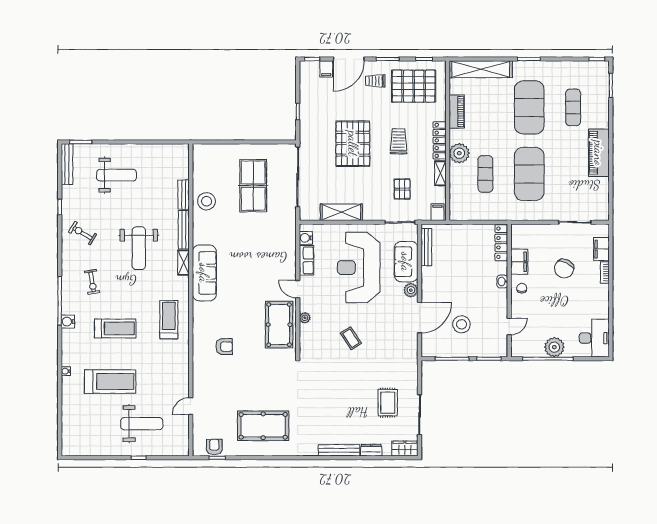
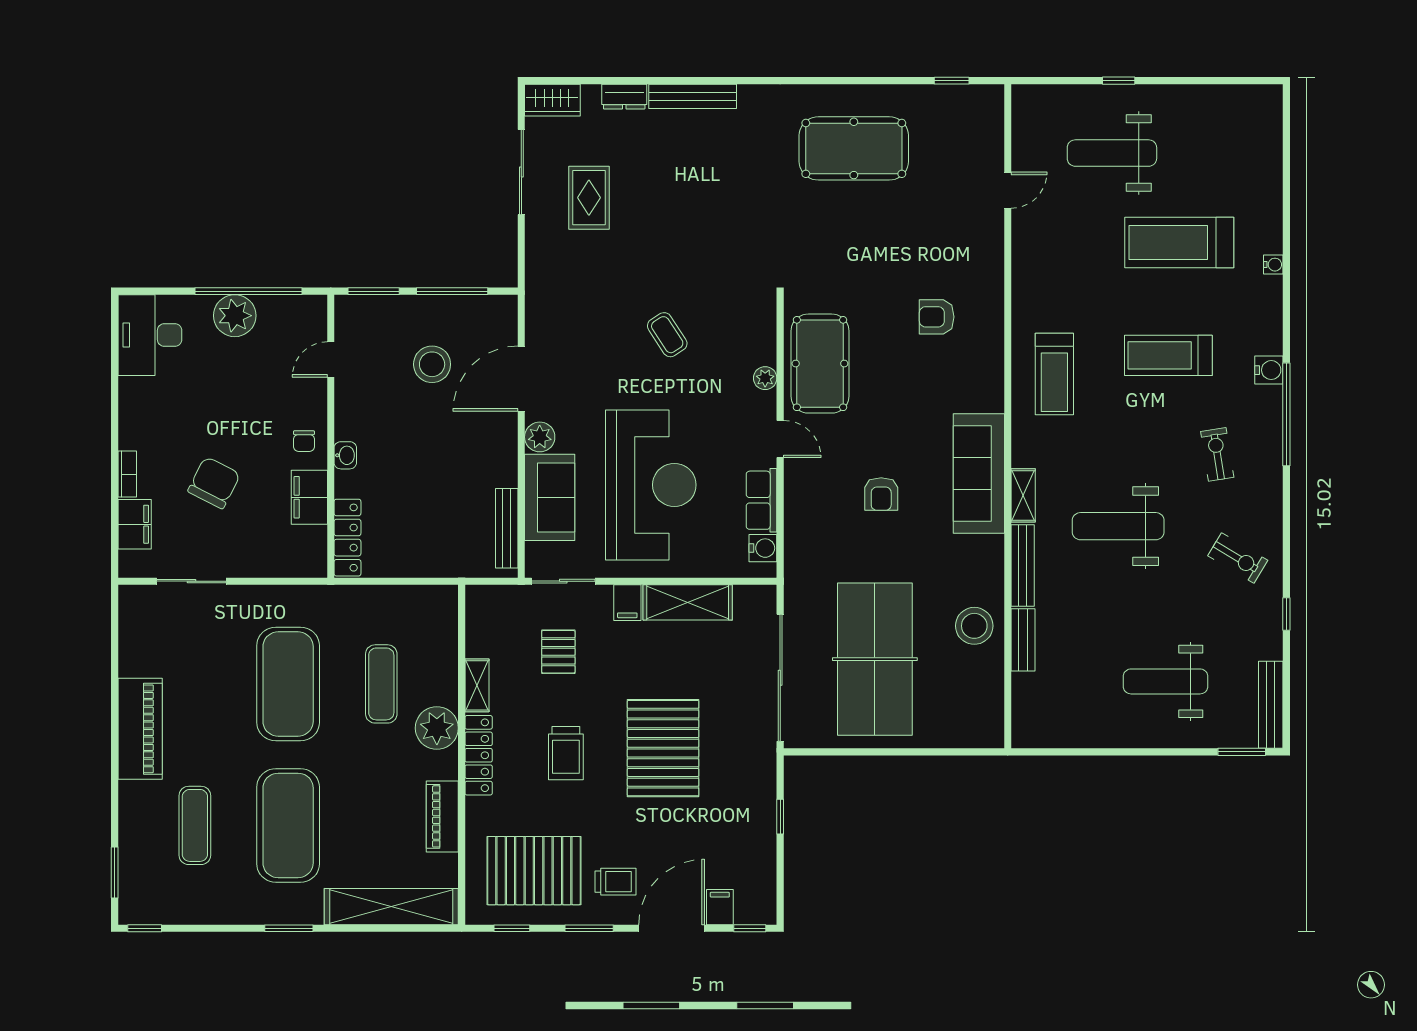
table tennis table: (253, 186) -> (875, 659), width x1.36, depth x1.32
filing cabinet: (437, 212) -> (627, 603), moved
weight bench: (139, 248) -> (1118, 526), turned -90
armchair: (214, 447) -> (881, 494), moved

